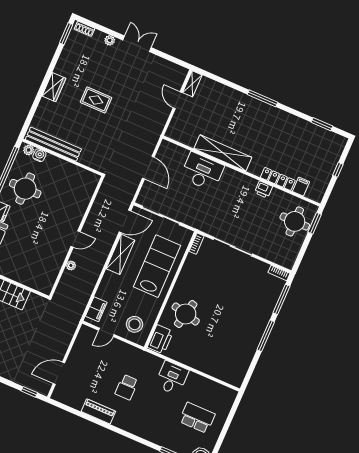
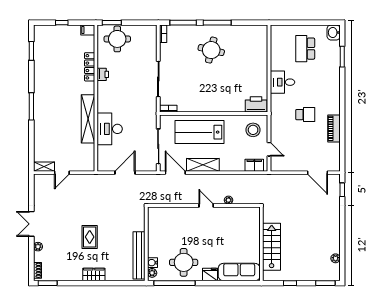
filing cabinet: (301, 187) -> (88, 30), moved
round table: (186, 314) -> (211, 50), moved

